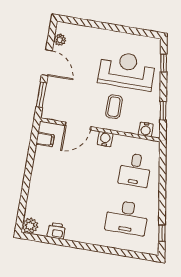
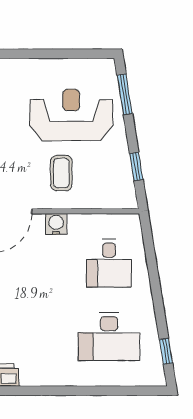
window: (164, 63) -> (125, 94), width x1.50
water cooler: (146, 129) -> (115, 199), removed

